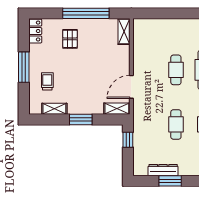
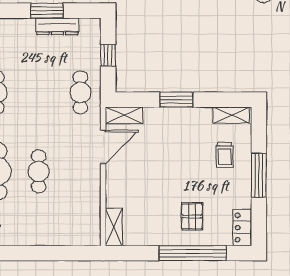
window: (86, 13) -> (193, 253), moved
shelving: (54, 109) -> (231, 115), moved
cafe table: (176, 124) -> (80, 92), moved
window: (128, 140) -> (108, 55), moved

